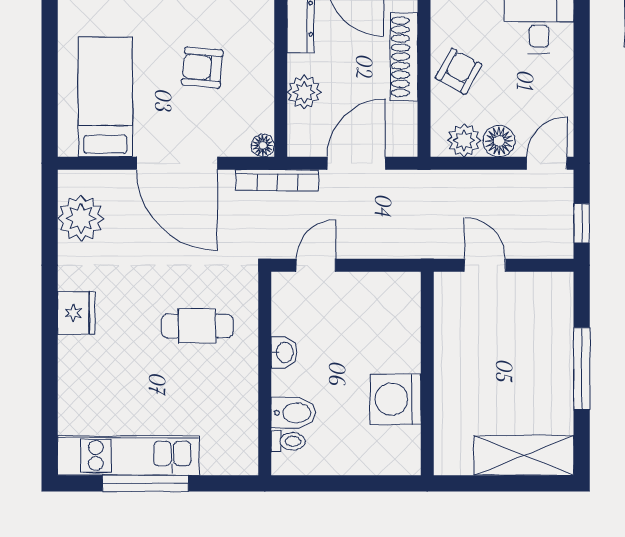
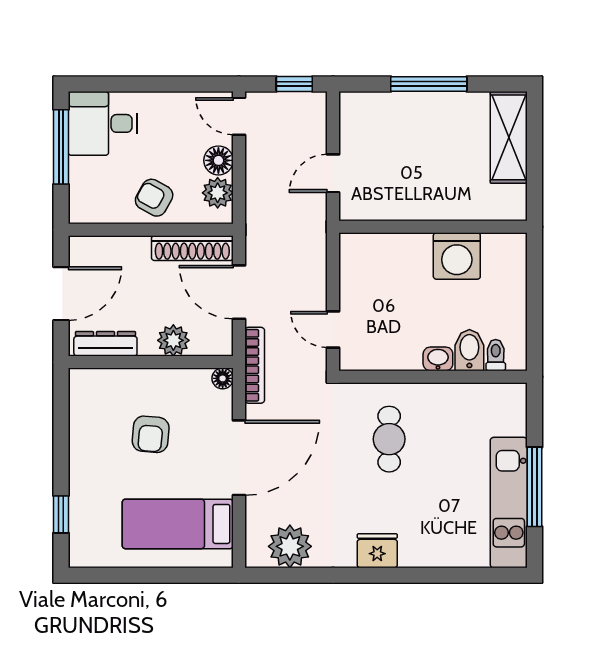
shoe rack: (404, 57) -> (192, 248), moved
washbasin: (284, 352) -> (438, 359), moved

